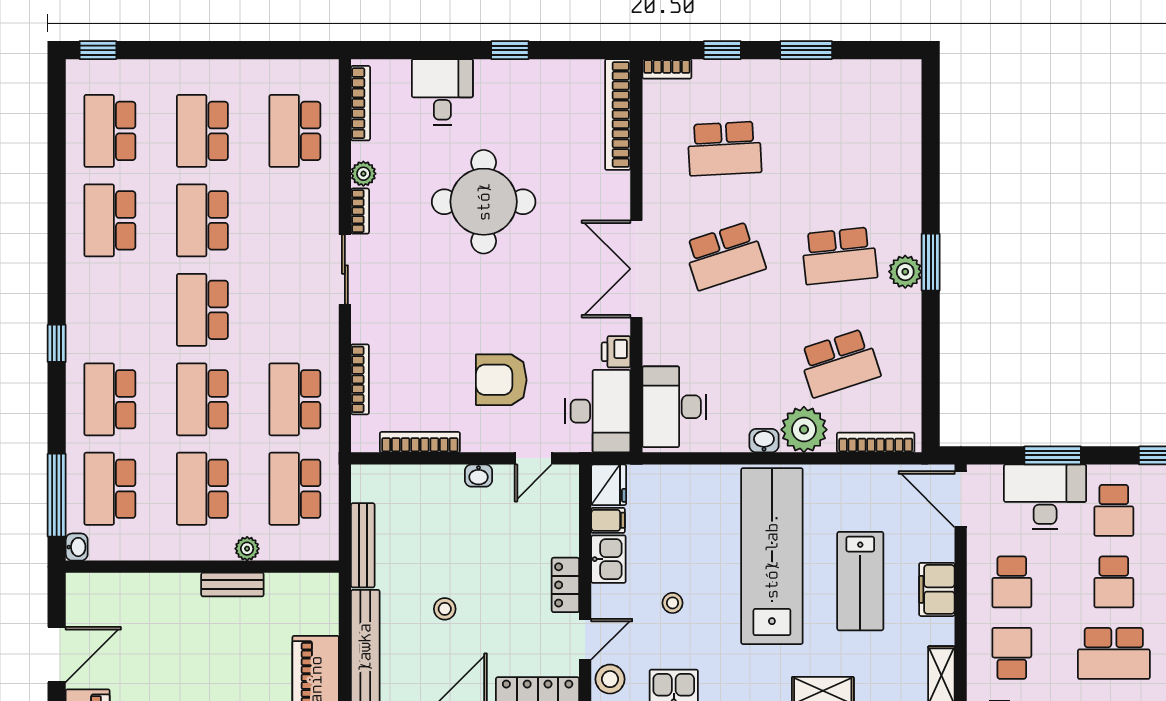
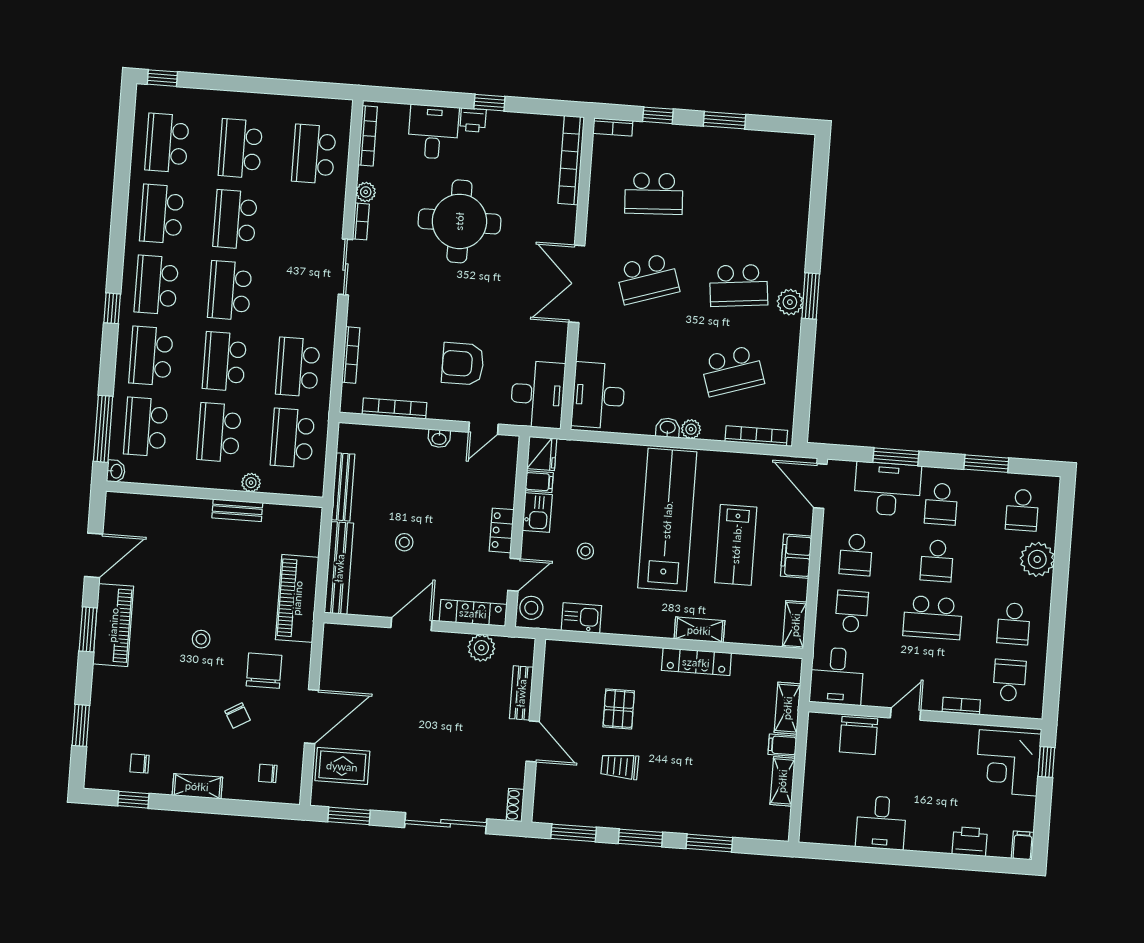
school desk: (110, 310) -> (156, 285), added
printer: (616, 352) -> (473, 120), moved, turned -90
plant: (804, 430) -> (691, 429), width x0.53, depth x0.53

